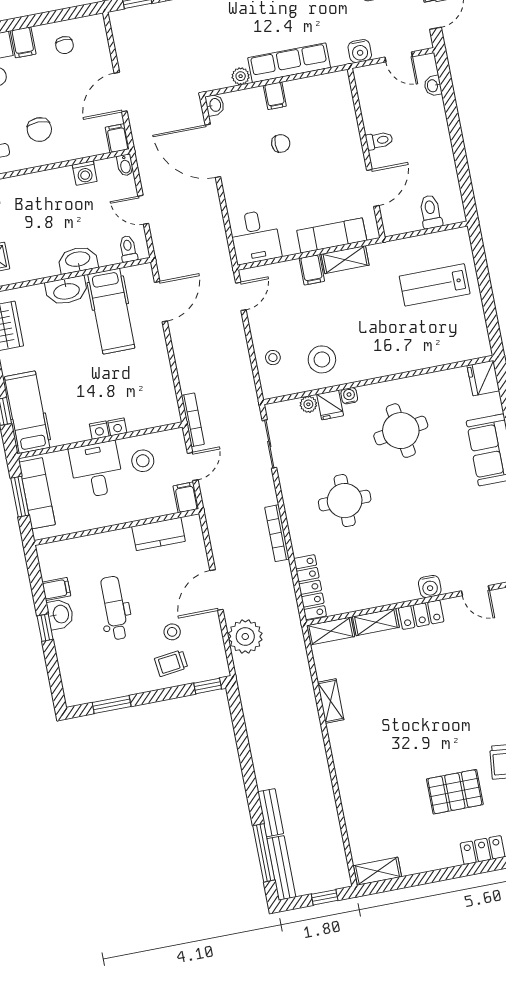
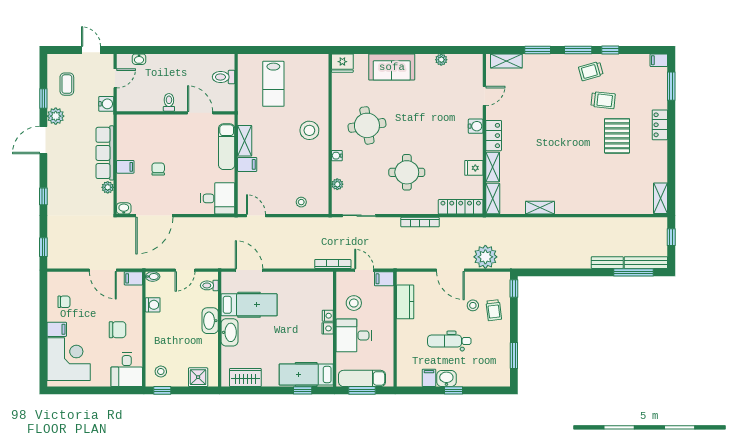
stool: (322, 359) -> (309, 130), moved
fridge: (330, 405) -> (474, 168), moved, turned 180

